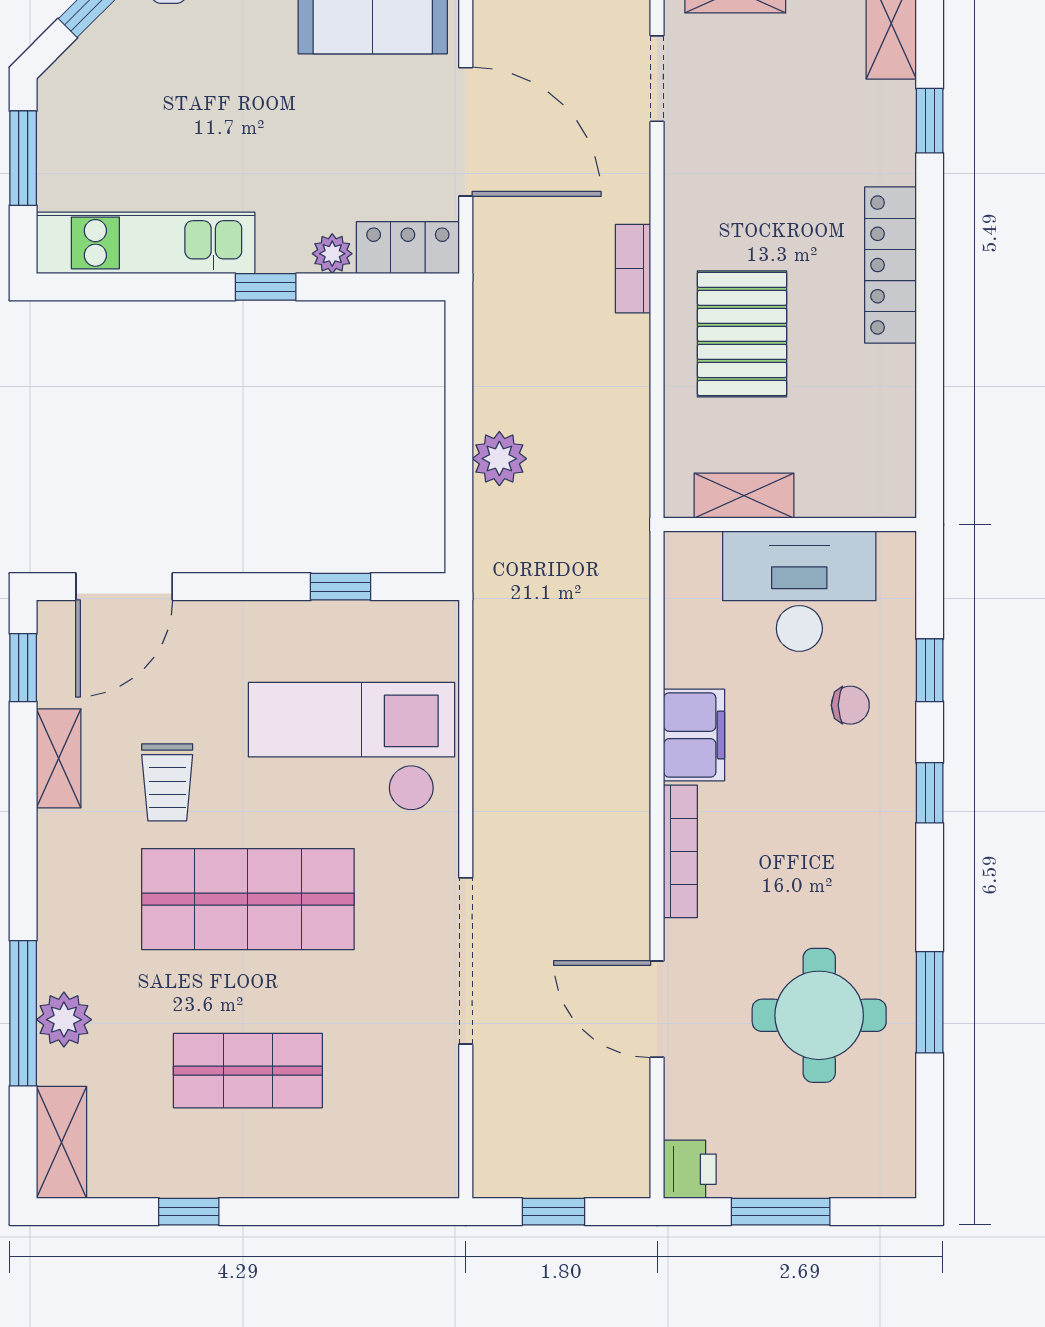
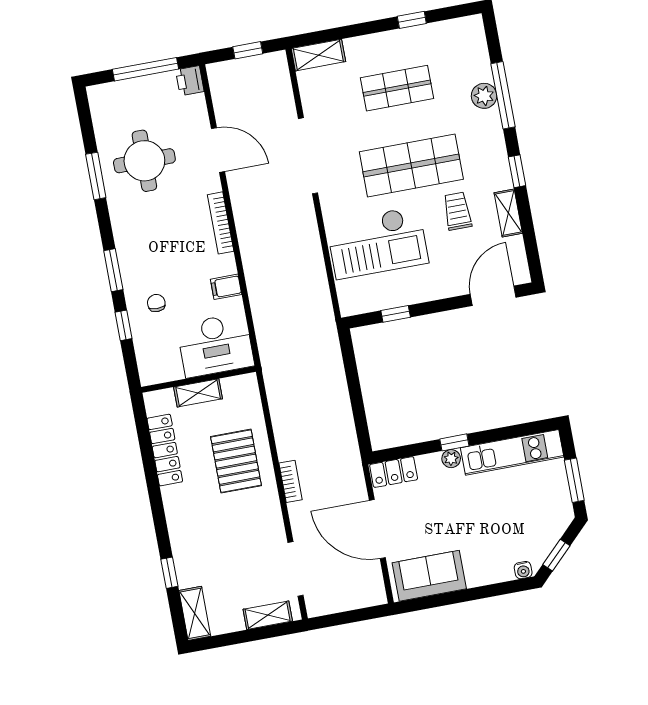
doorway: (657, 79) -> (296, 569), width x1.38
plant: (332, 254) -> (451, 459), moved
locker: (890, 265) -> (165, 450), moved
plant: (499, 459) -> (335, 385), removed
shelving: (744, 496) -> (198, 393), moved
desk: (799, 591) -> (215, 345), moved
window: (23, 668) -> (517, 171), moved
chair: (850, 705) -> (156, 303), turned 90
filing cabinet: (694, 735) -> (226, 287), width x0.50
window: (930, 793) -> (113, 270), width x1.50
shelving: (62, 1142) -> (318, 55), moved, turned 90
window: (781, 1212) -> (145, 69), width x1.44

